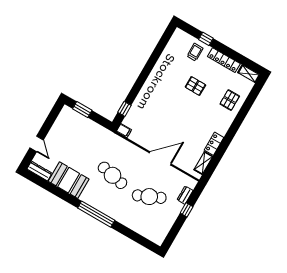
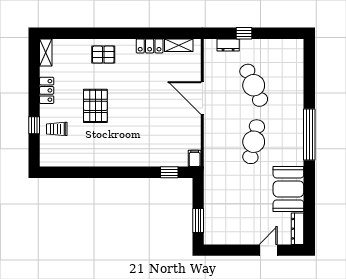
locker: (224, 60) -> (47, 90), width x0.66
pallet: (195, 86) -> (95, 106), width x1.50, depth x1.42
pallet: (230, 100) -> (103, 55), moved

